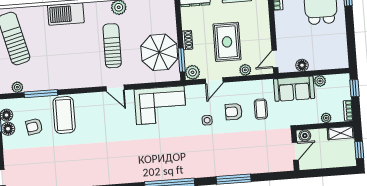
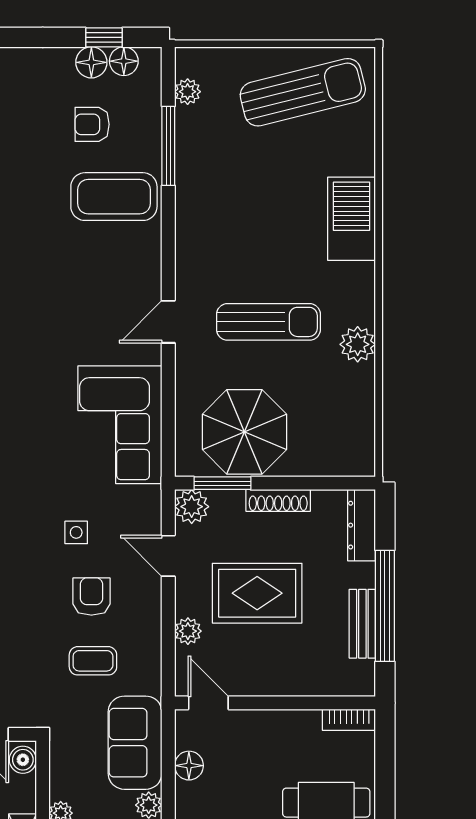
shoe rack: (187, 40) -> (278, 500), width x1.43
armchair: (34, 126) -> (92, 124), turned -80

